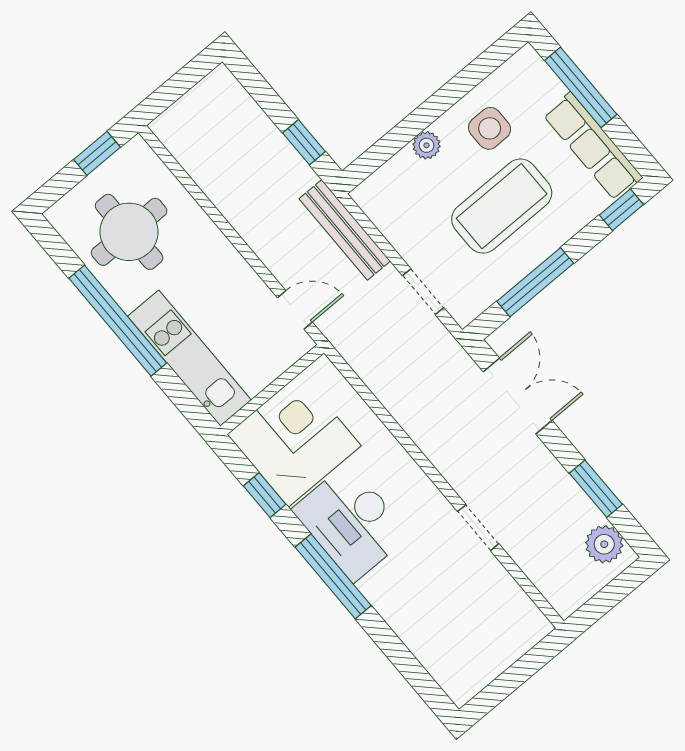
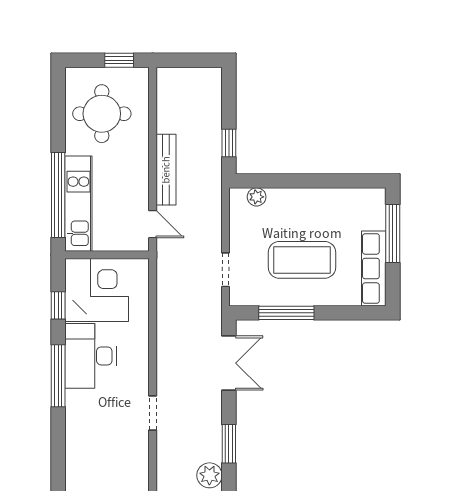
side table: (490, 128) -> (329, 215), removed
plant: (427, 145) -> (257, 197), moved
window: (621, 210) -> (361, 313), removed
bench: (345, 230) -> (166, 170), moved
window: (118, 321) -> (58, 195), moved

